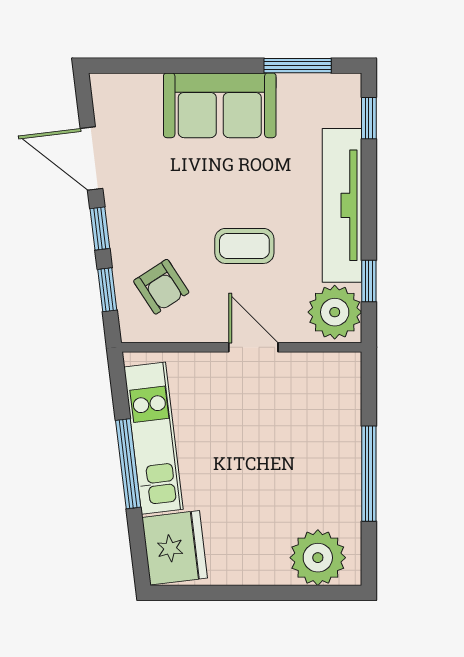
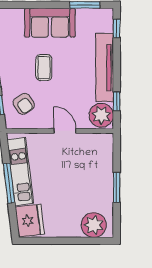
coffee table: (244, 246) -> (44, 67), moved, turned 90
window: (369, 474) -> (117, 187), width x0.69

